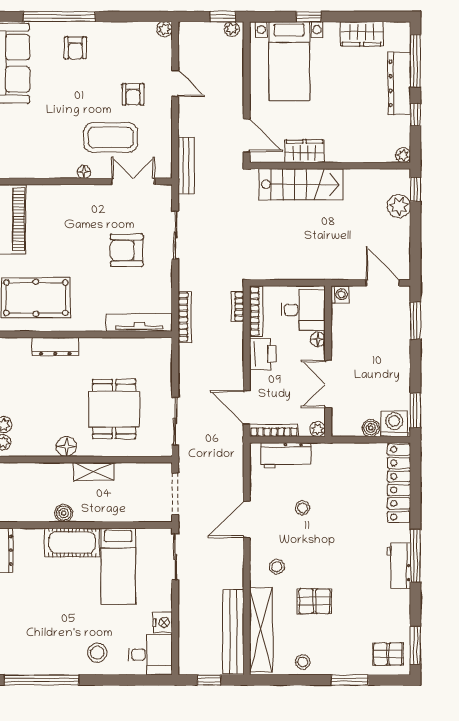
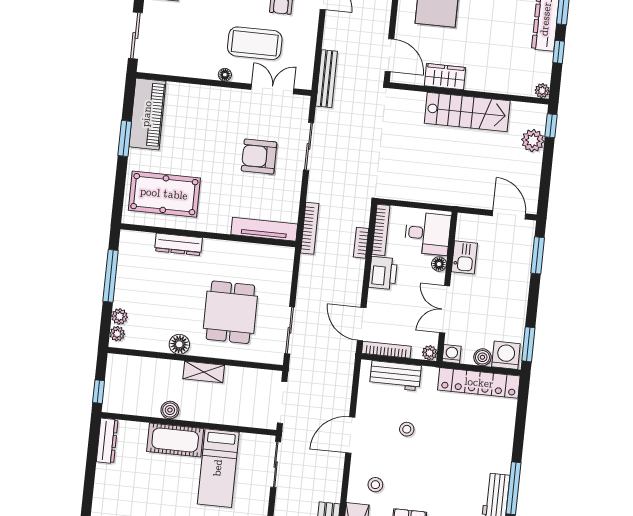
stairs: (301, 184) -> (467, 112), moved
washing machine: (340, 294) -> (452, 354), moved, turned -90
bookcase: (238, 307) -> (361, 243), moved
kitchen sink: (342, 330) -> (464, 257), added
locker: (399, 483) -> (479, 383), moved, turned -90

